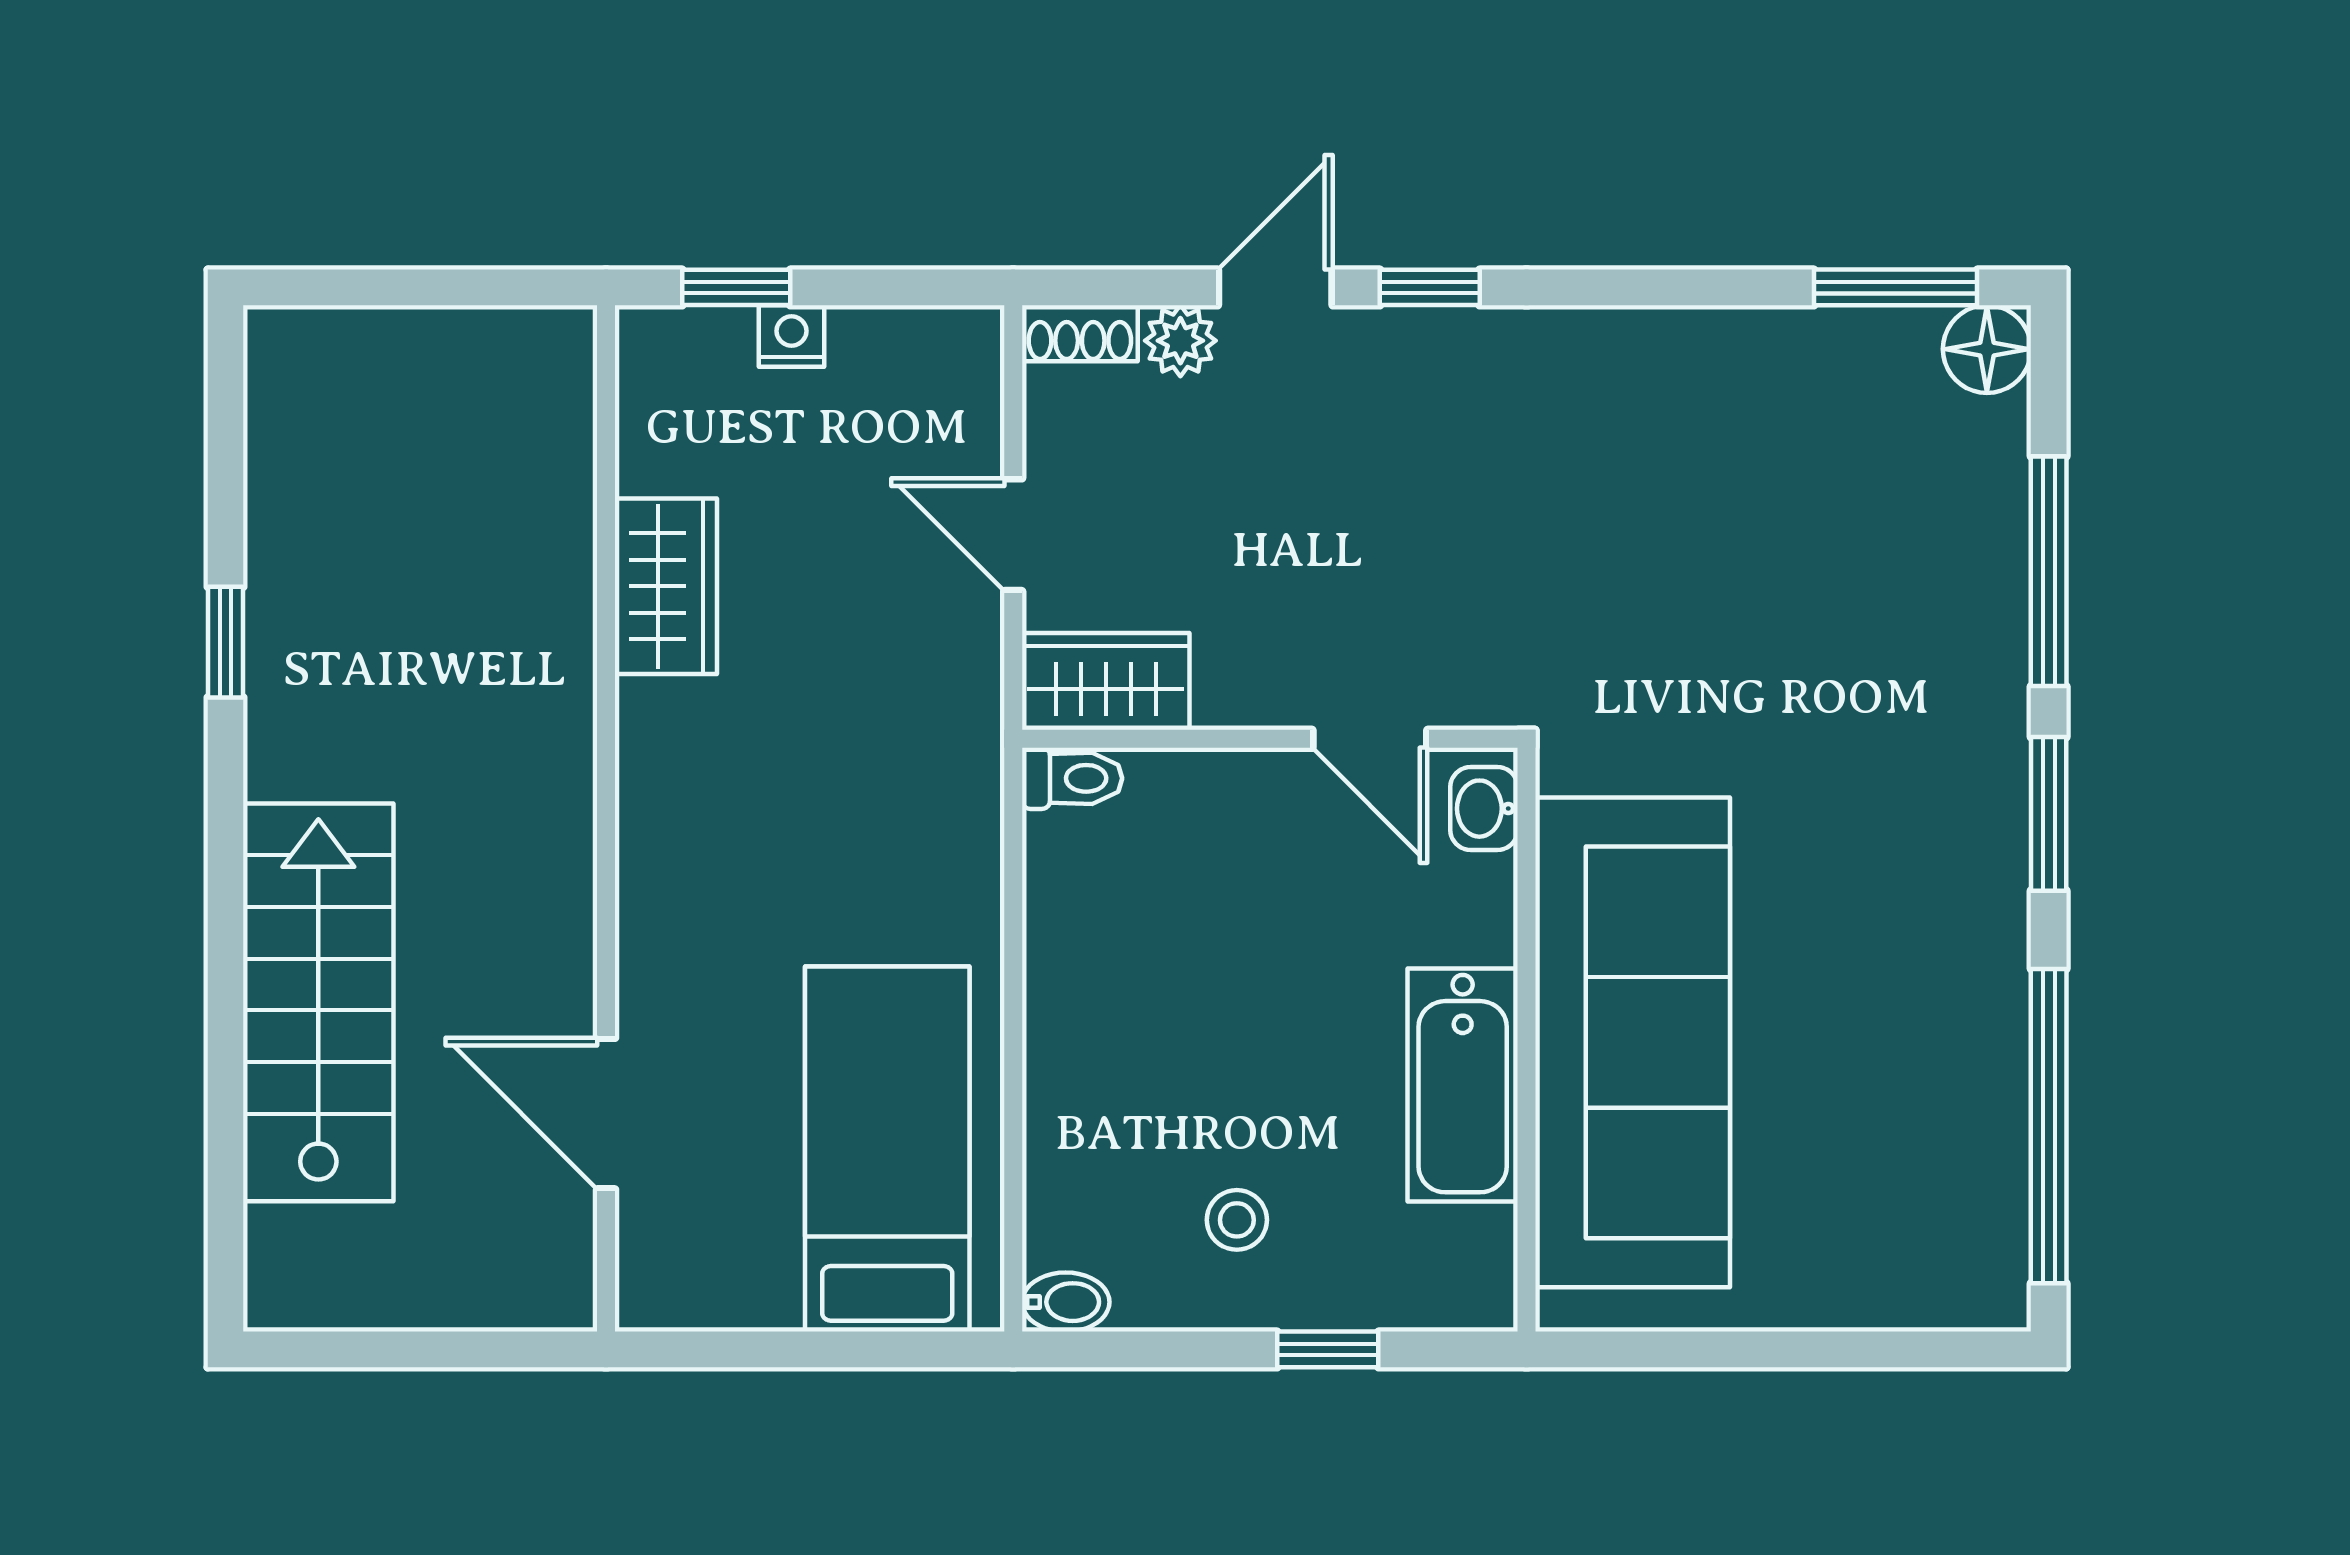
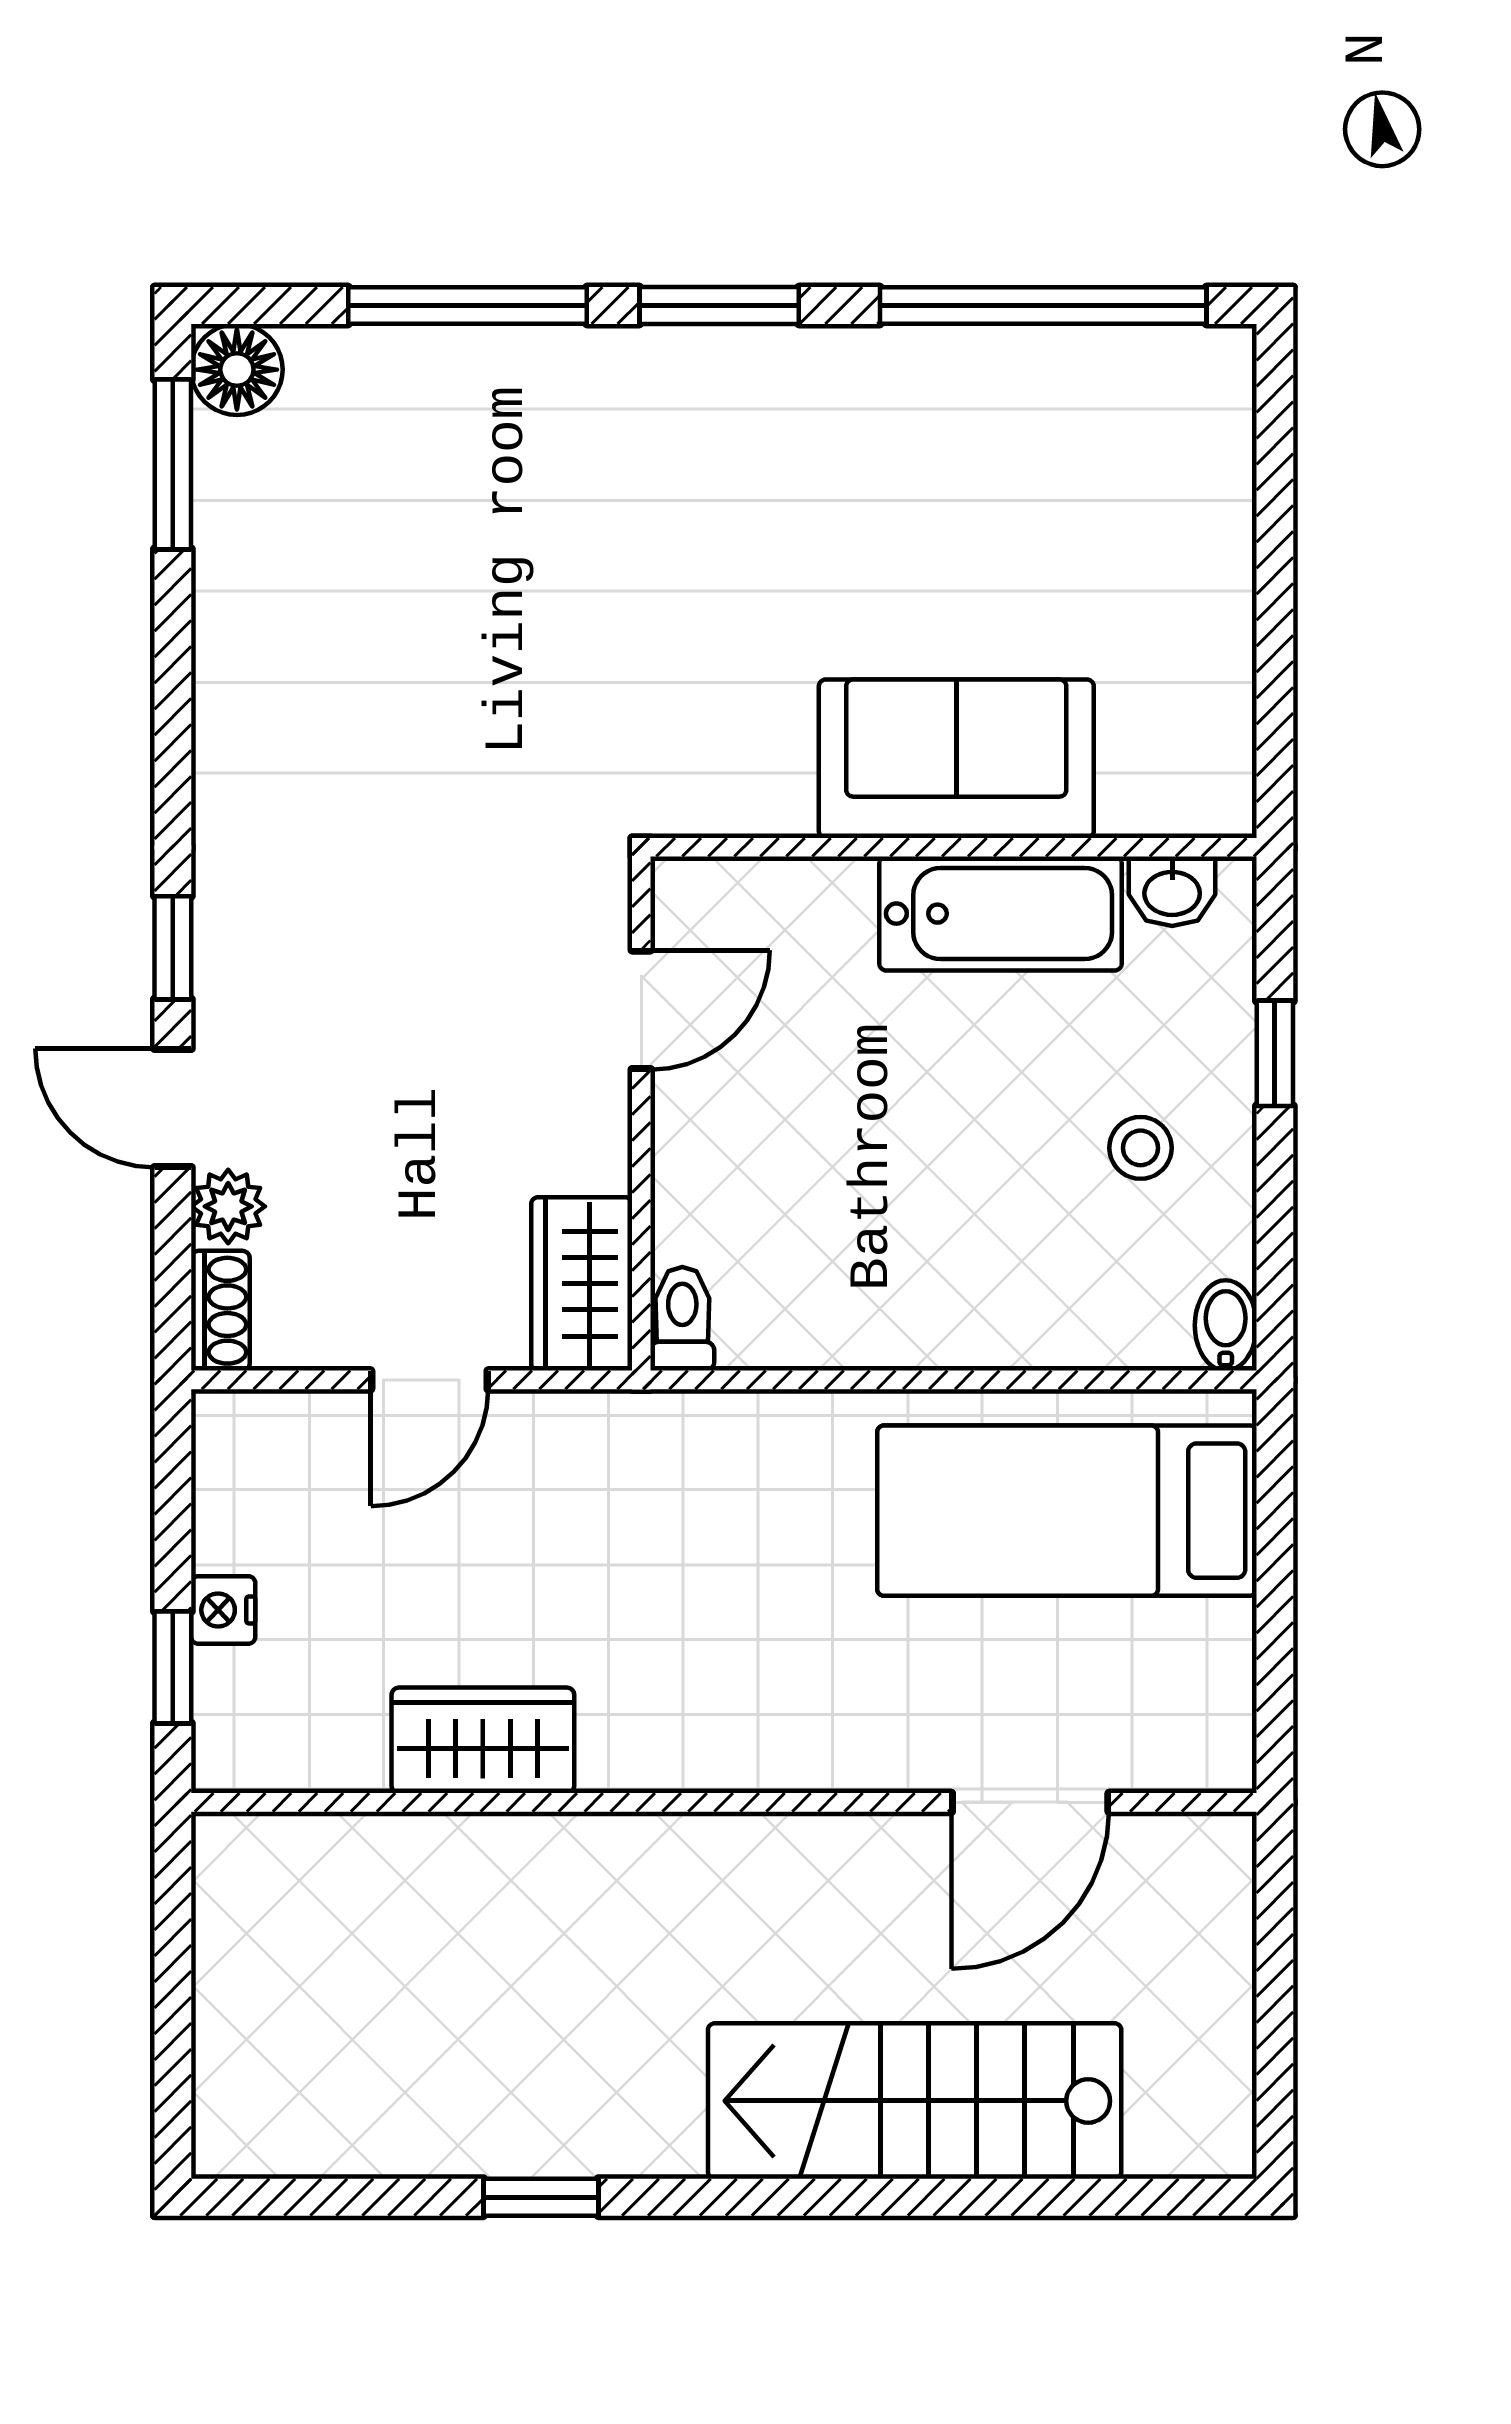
washbasin: (1484, 809) -> (1172, 891), moved
sofa: (1633, 1042) -> (956, 759), width x0.54, depth x0.79

